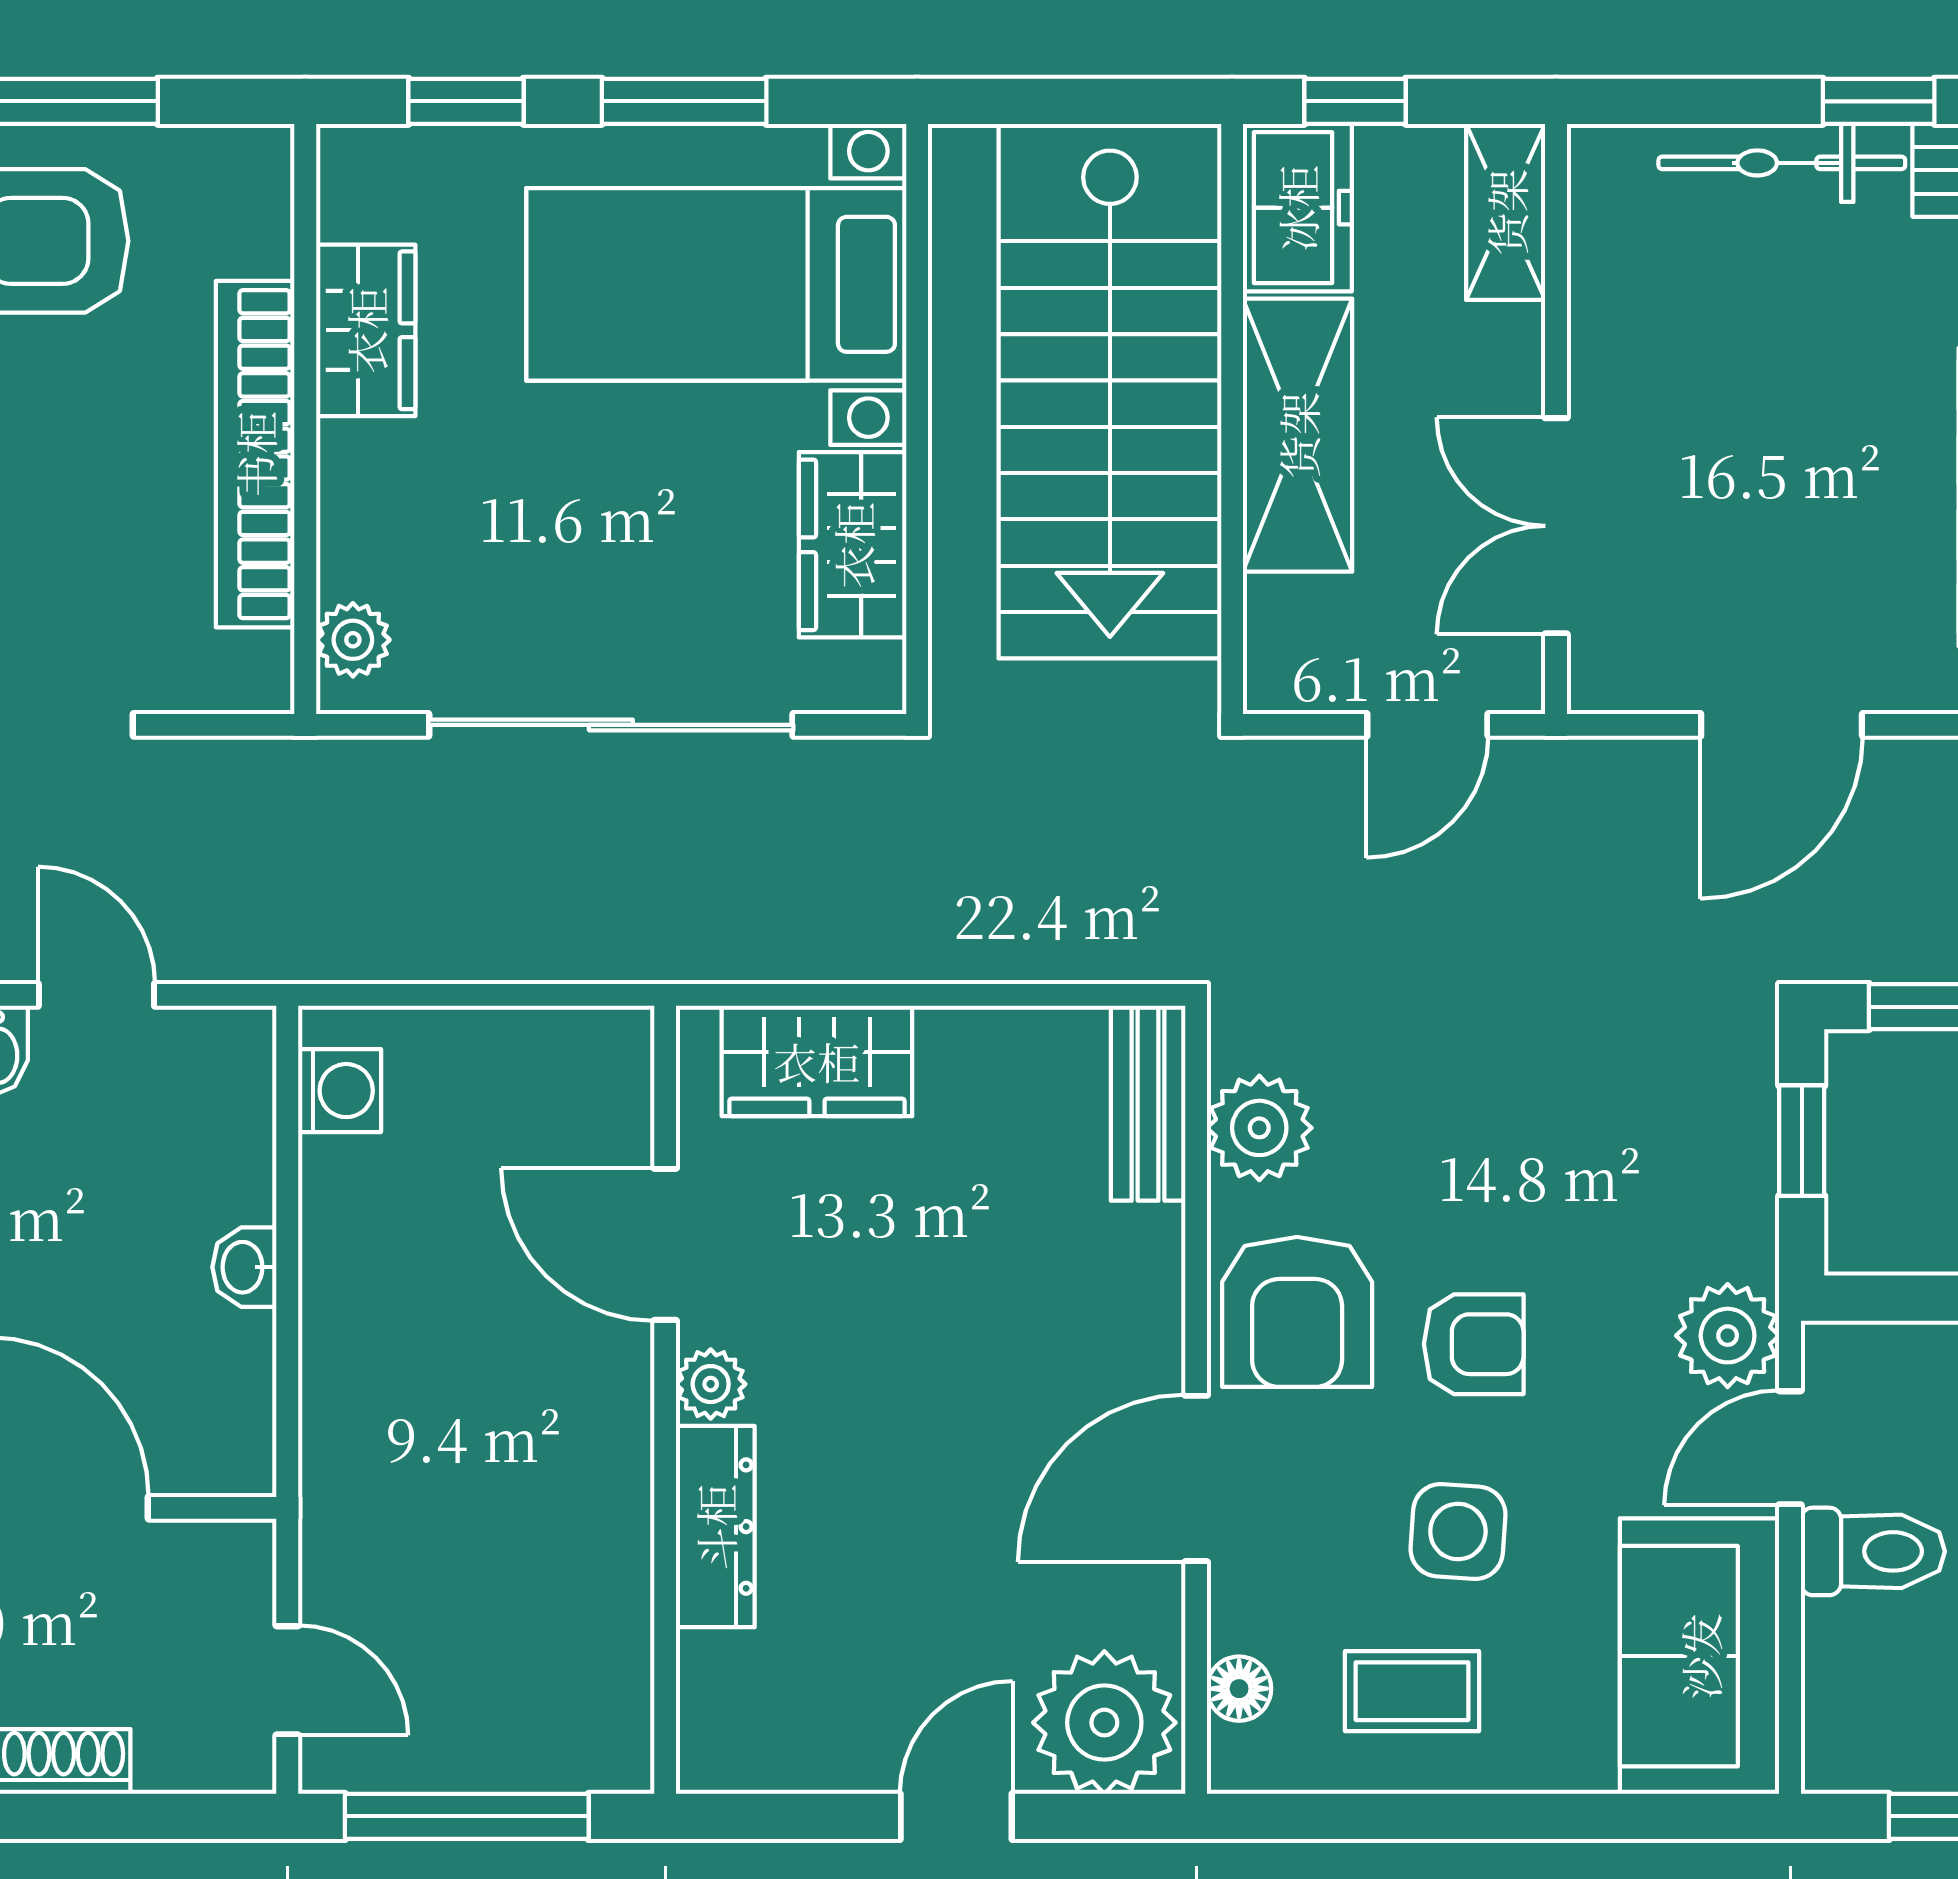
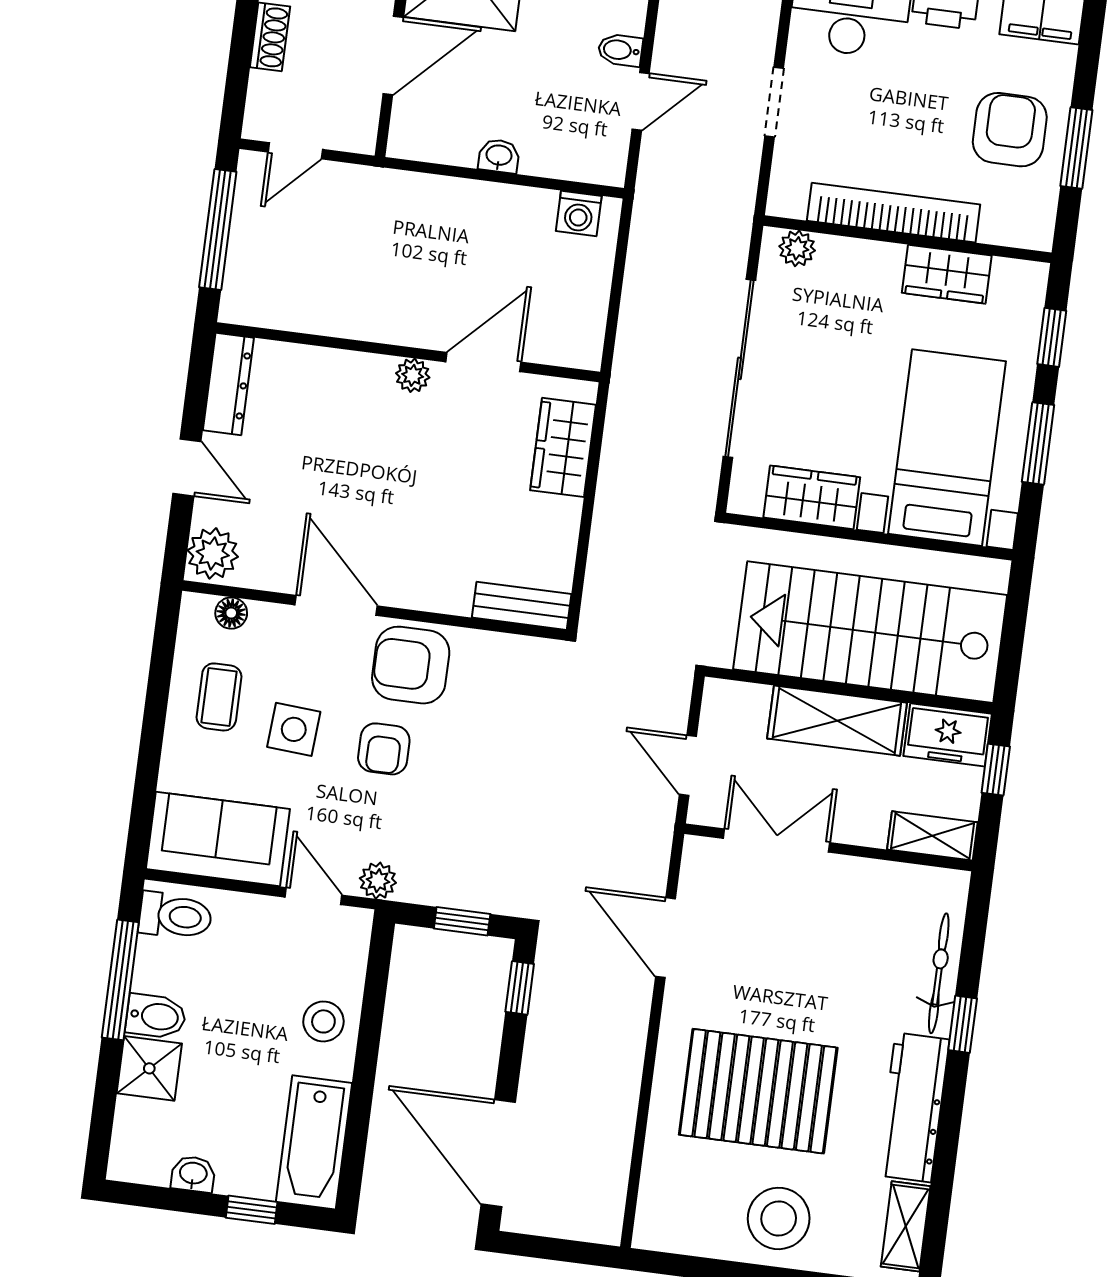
plant: (1259, 1128) -> (503, 658), removed
plant: (1728, 1336) -> (378, 881), width x0.73, depth x0.73
dresser: (715, 1527) -> (228, 384), moved, turned -90
toilet: (1873, 1551) -> (175, 916), moved, turned -90
plant: (1104, 1723) -> (213, 553), width x0.73, depth x0.73

